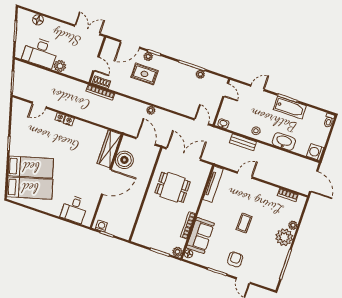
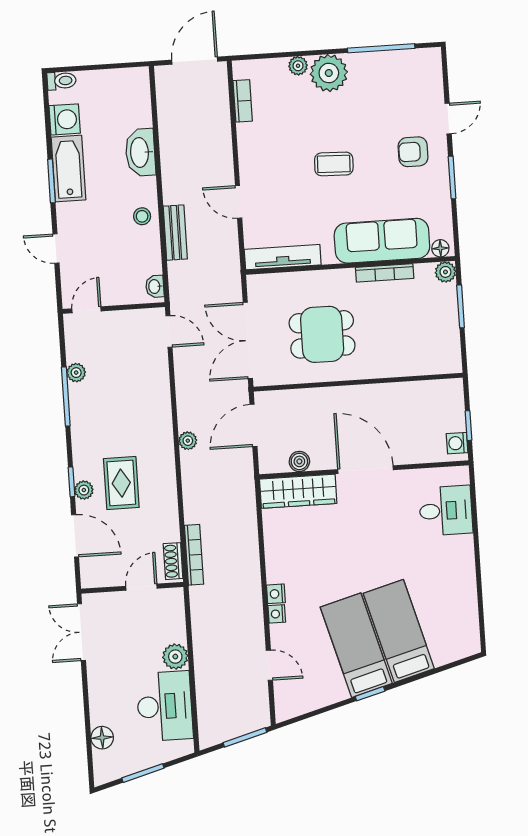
door: (201, 122) -> (169, 331), swing flipped
washing machine: (315, 152) -> (65, 119), moved, turned -90
boiler: (124, 160) -> (299, 461), width x0.54, depth x0.54
dining table: (173, 187) -> (322, 334), turned 90
bed: (30, 188) -> (356, 645), moved
sofa: (200, 236) -> (382, 241), width x1.36

